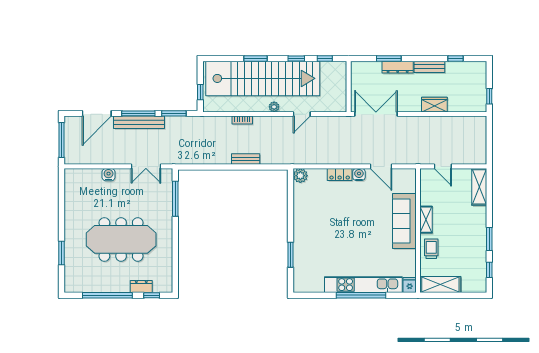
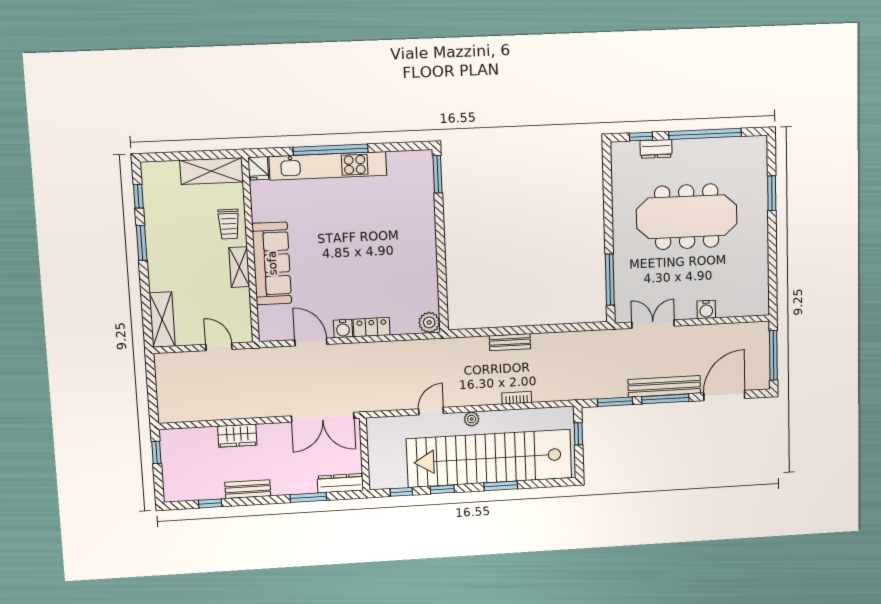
dresser: (398, 67) -> (340, 483), moved
window: (290, 255) -> (438, 174), moved

